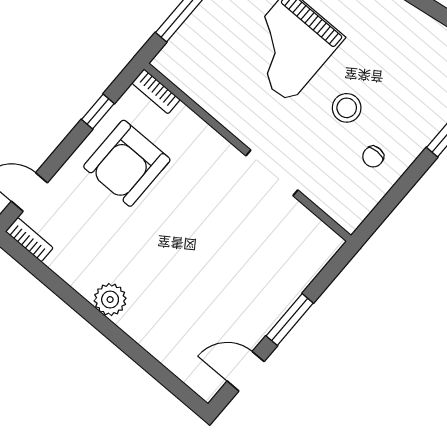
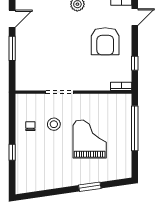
stool: (347, 108) -> (54, 124), moved
armchair: (127, 163) -> (105, 41), moved, turned 180

